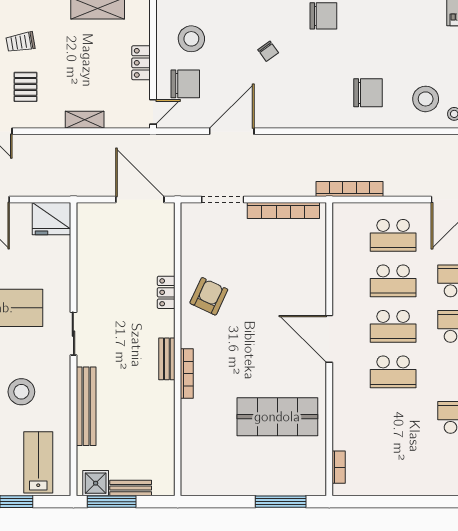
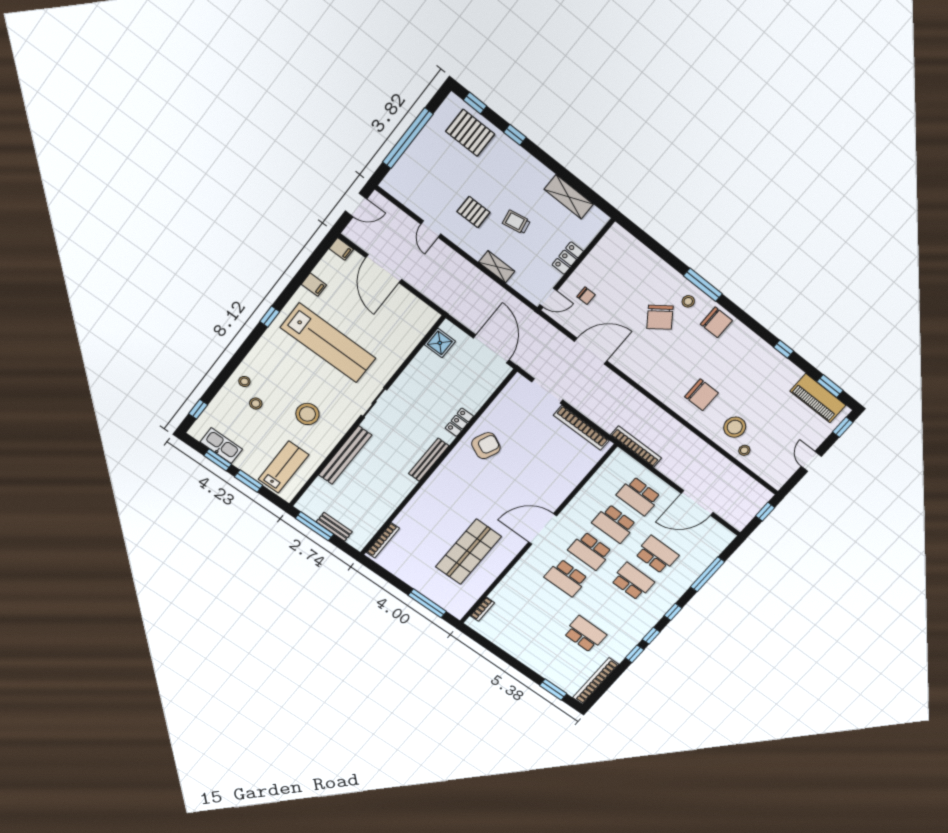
stool: (191, 39) -> (688, 301), moved, width x0.53, depth x0.53
trolley: (20, 42) -> (516, 222), moved
chair: (268, 51) -> (660, 317), width x1.87, depth x1.87
chair: (185, 84) -> (586, 296), width x0.54, depth x0.54
pallet: (26, 87) -> (473, 212), turned 90
fridge: (51, 219) -> (420, 316), removed
door: (329, 339) -> (543, 529), hinge flipped
bench: (167, 359) -> (429, 460), width x1.36
bookcase: (187, 373) -> (383, 540), moved
shop shelf: (277, 417) -> (468, 552), turned 90
shower: (96, 483) -> (440, 343), moved

